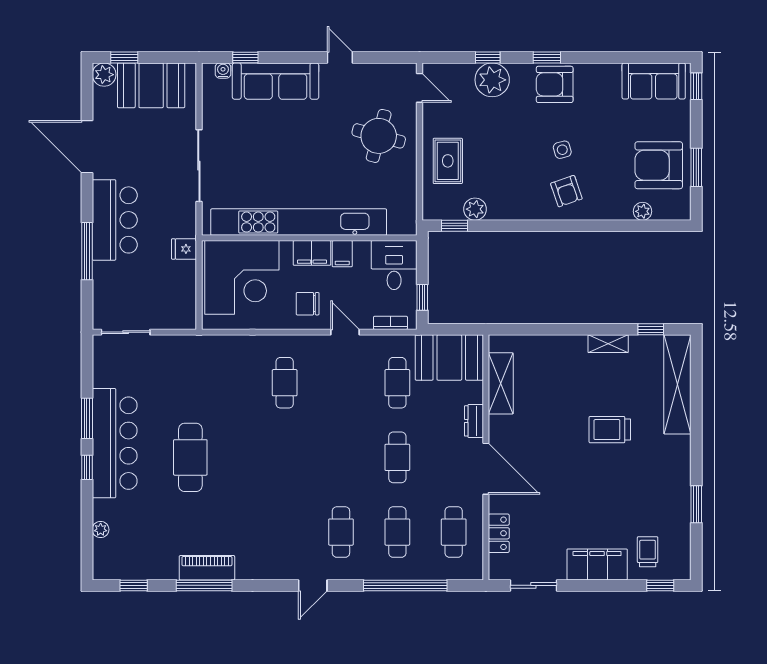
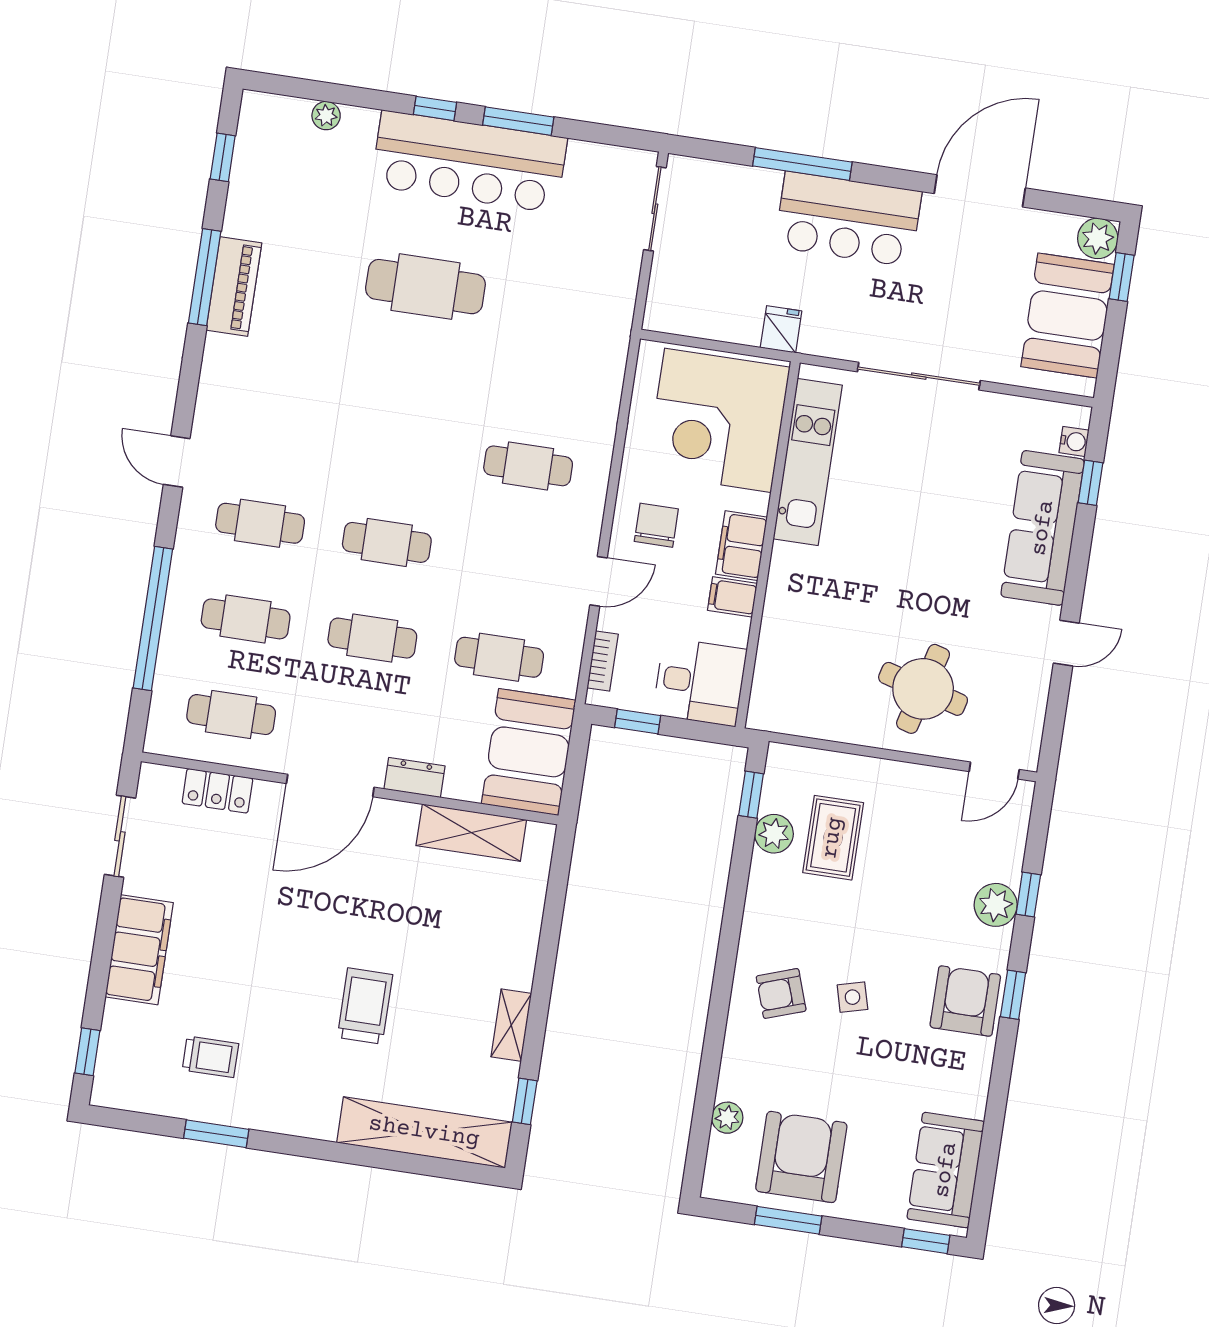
plant: (492, 80) -> (996, 905), width x0.73, depth x0.73
rug: (448, 161) -> (833, 838), moved, turned 90
kitchen unit: (299, 222) -> (808, 462), width x0.54
cafe table: (341, 457) -> (387, 542), added
trolley: (648, 552) -> (210, 1057), moved

